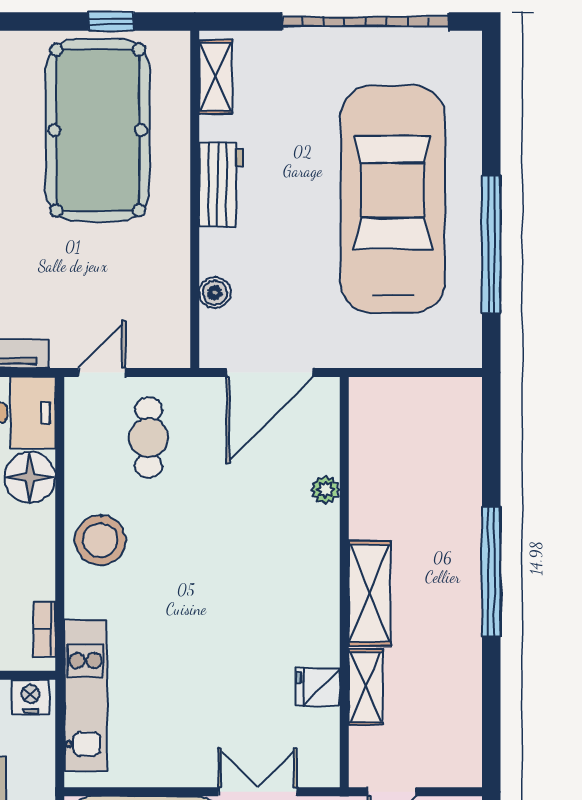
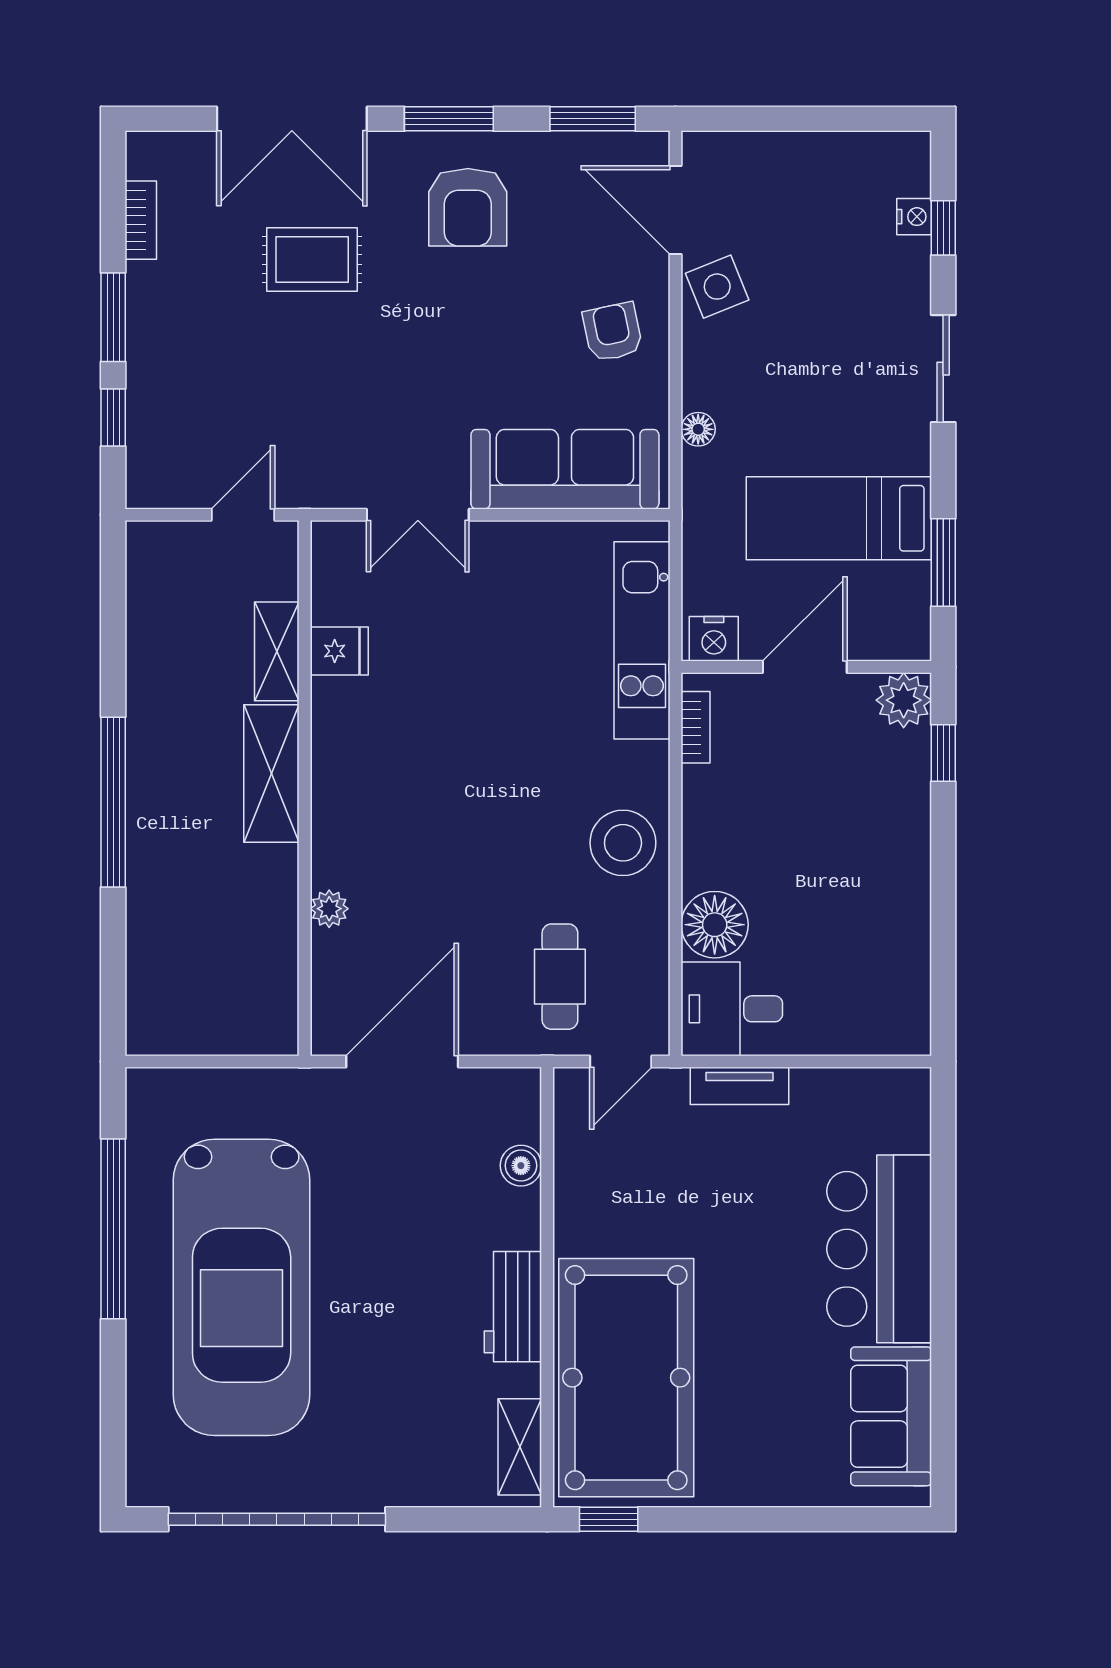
shelving: (216, 77) -> (520, 1447), moved
workbench: (221, 185) -> (513, 1307), moved
wall: (195, 199) -> (547, 1287), moved
boiler: (215, 293) -> (521, 1166), moved

